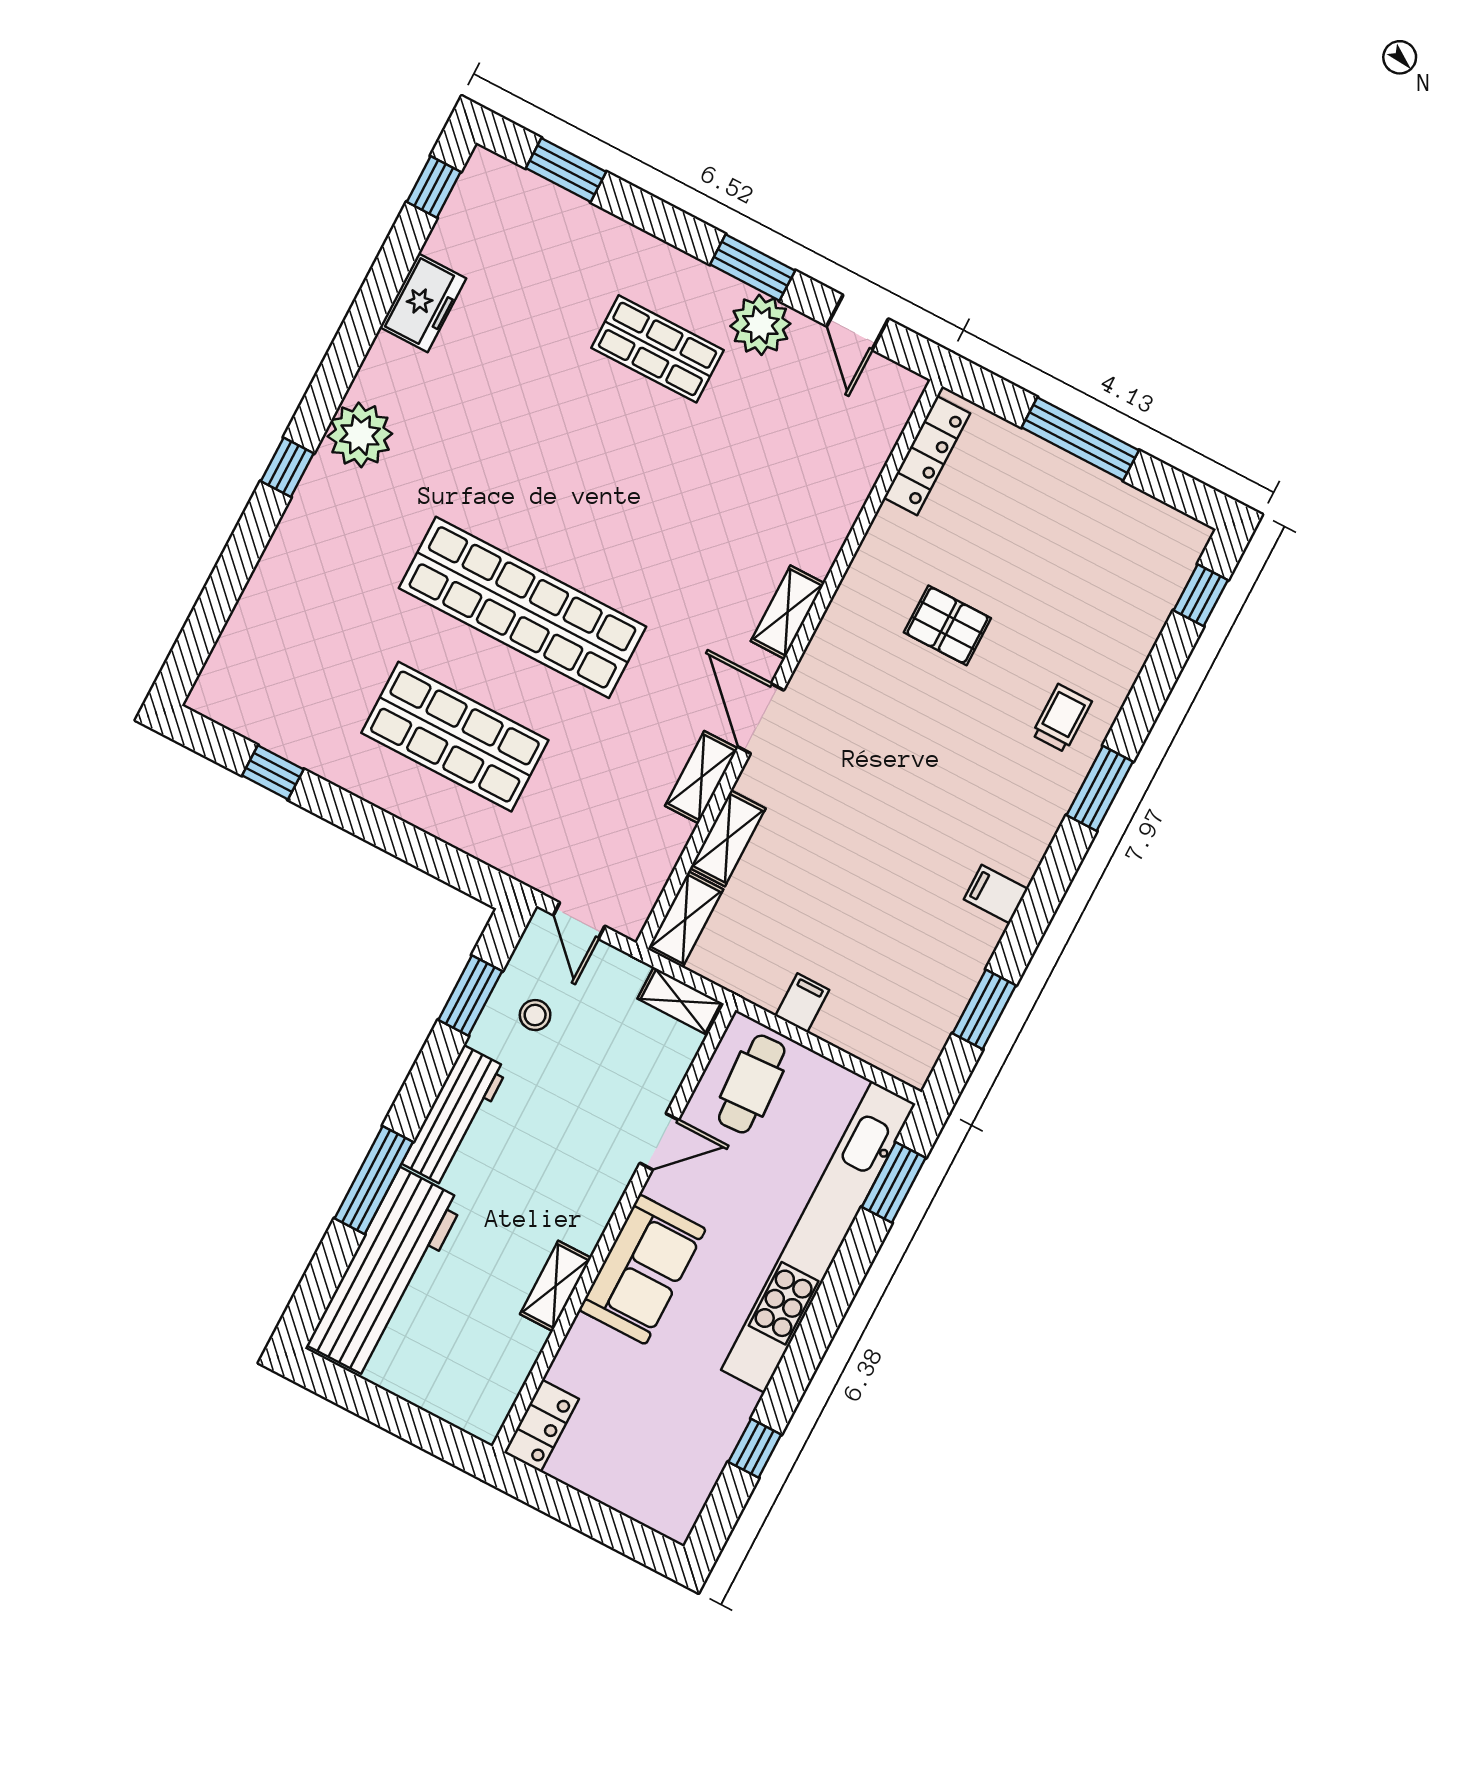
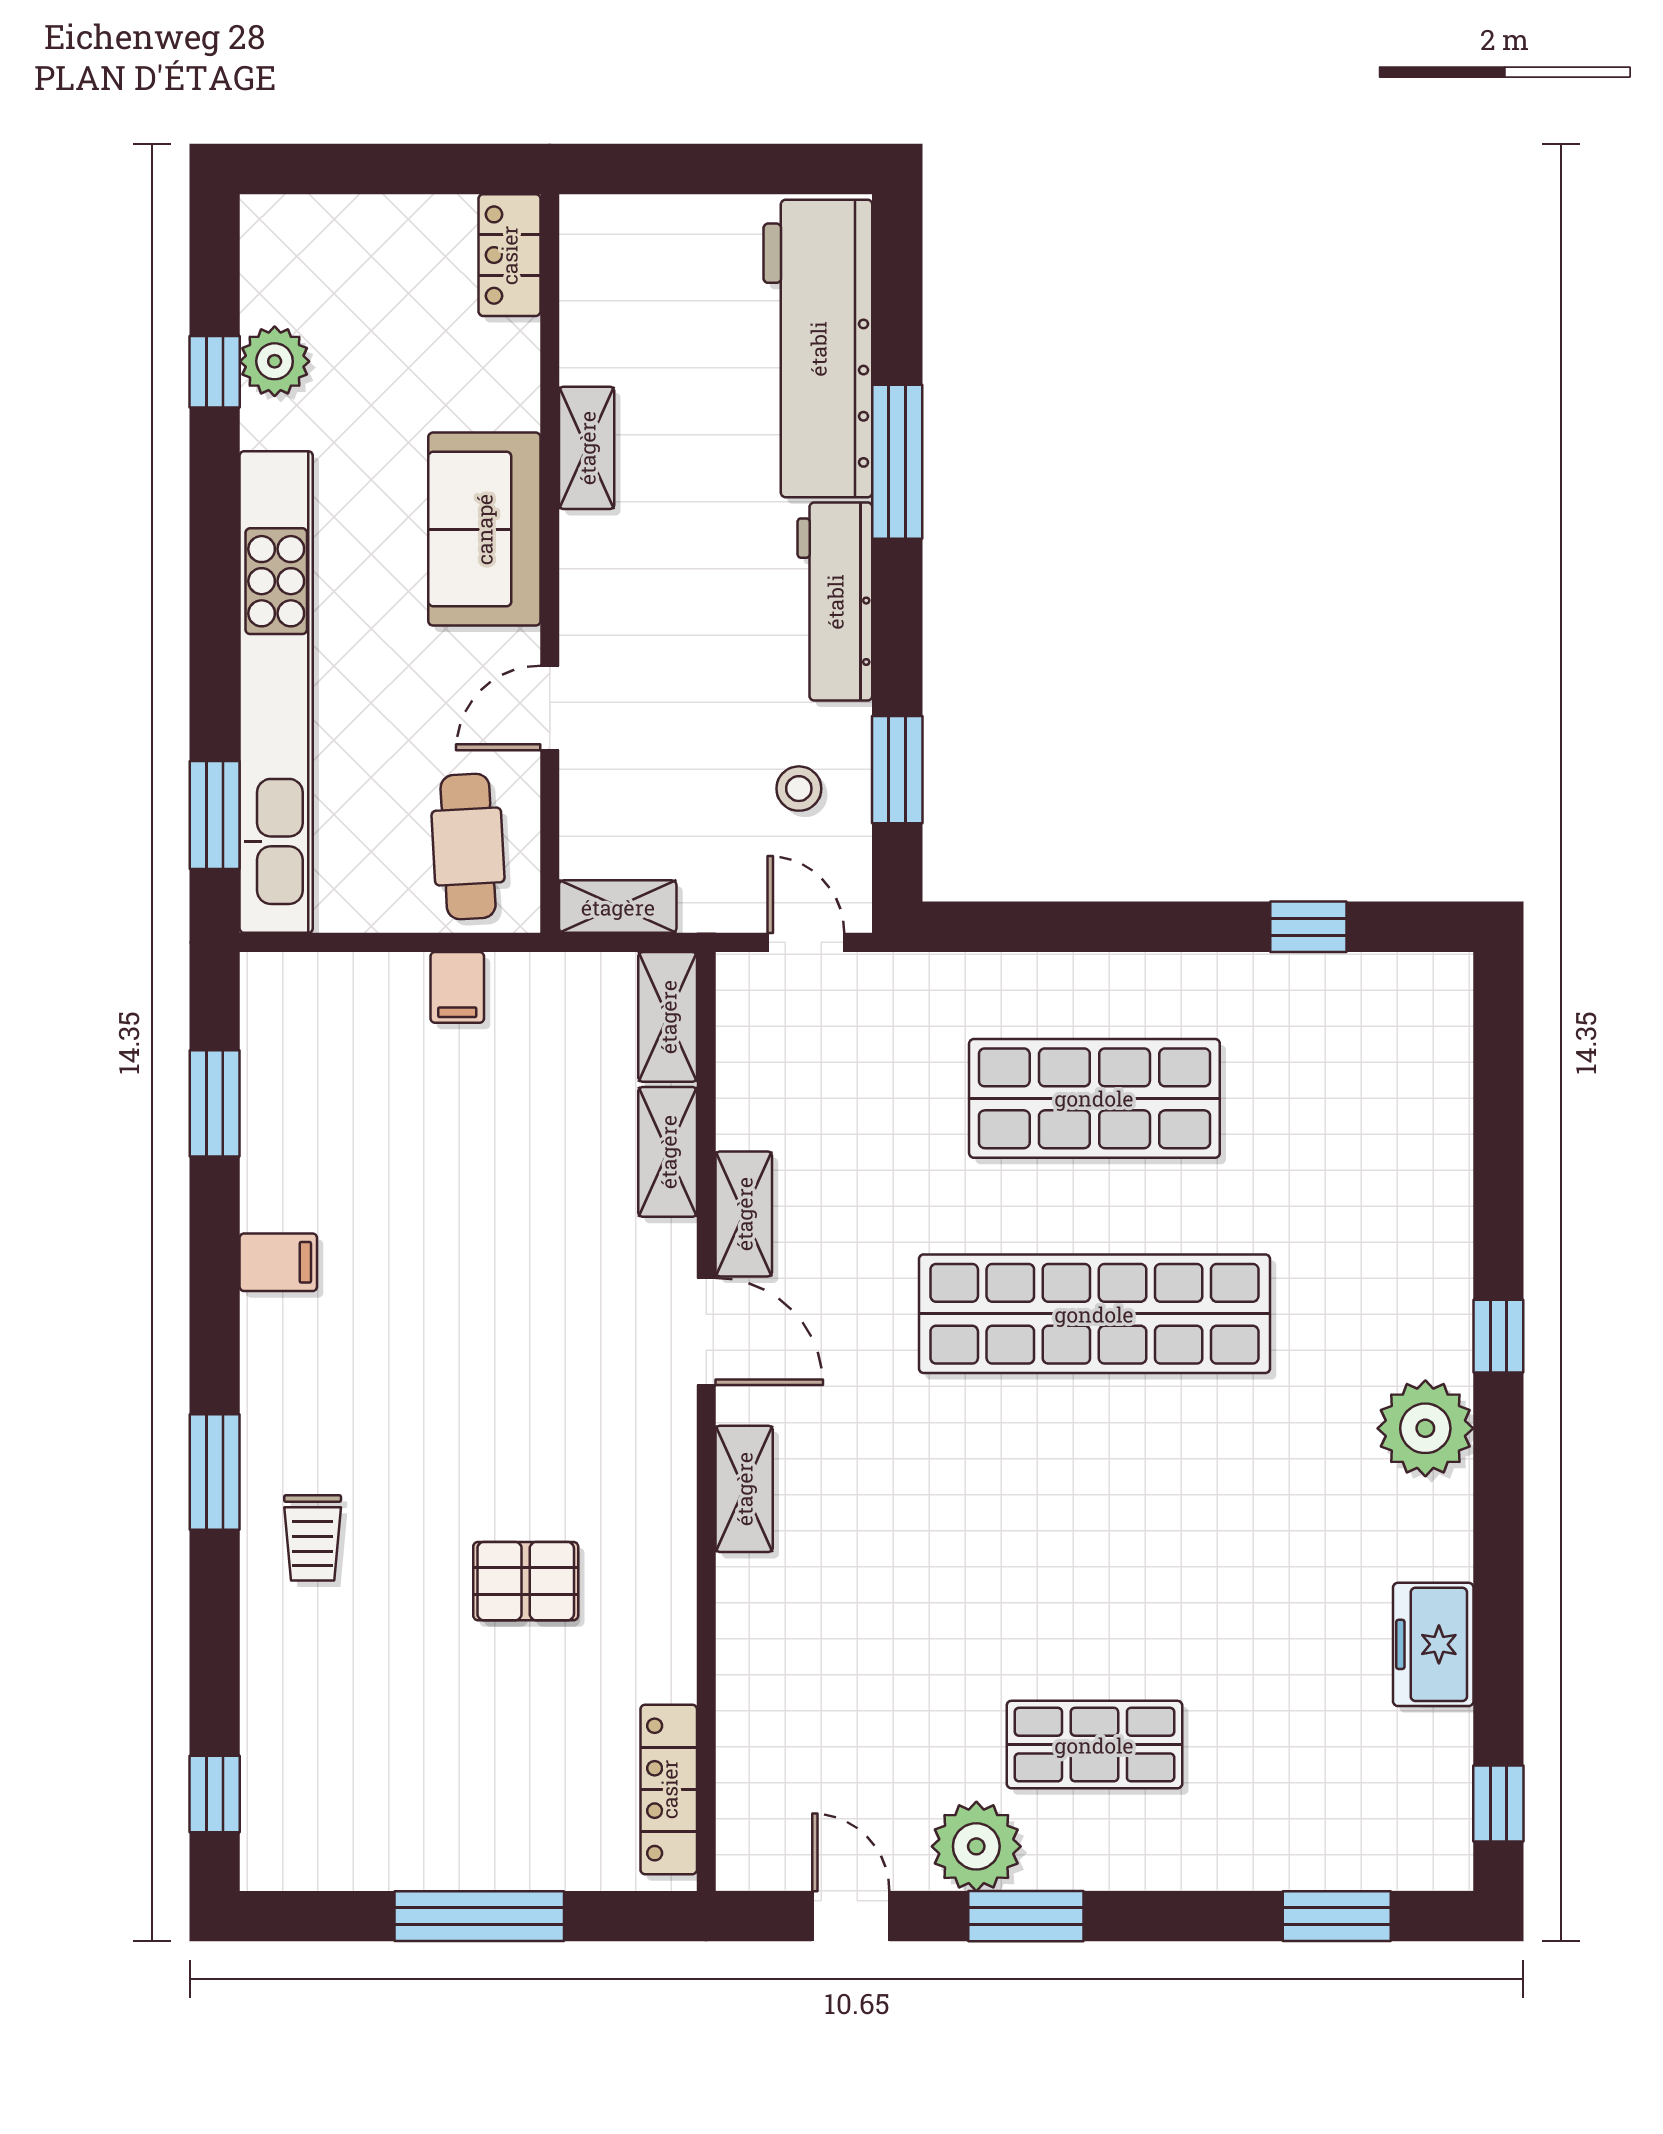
plant: (716, 1436) -> (275, 361), added

